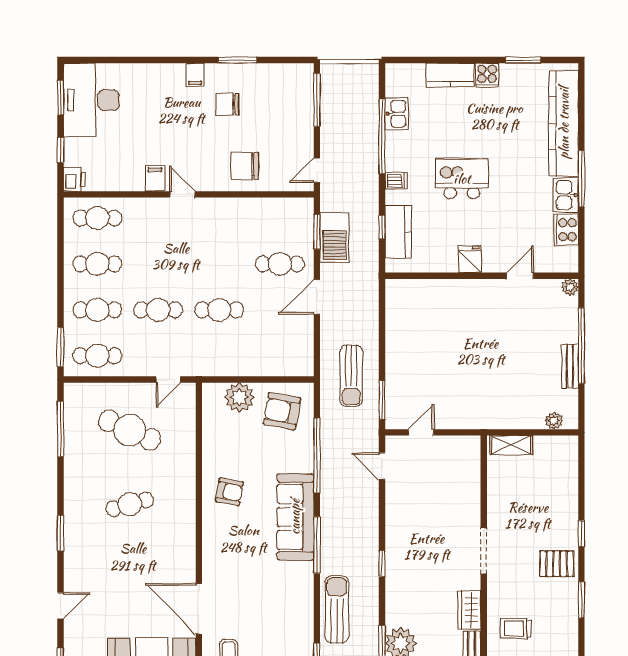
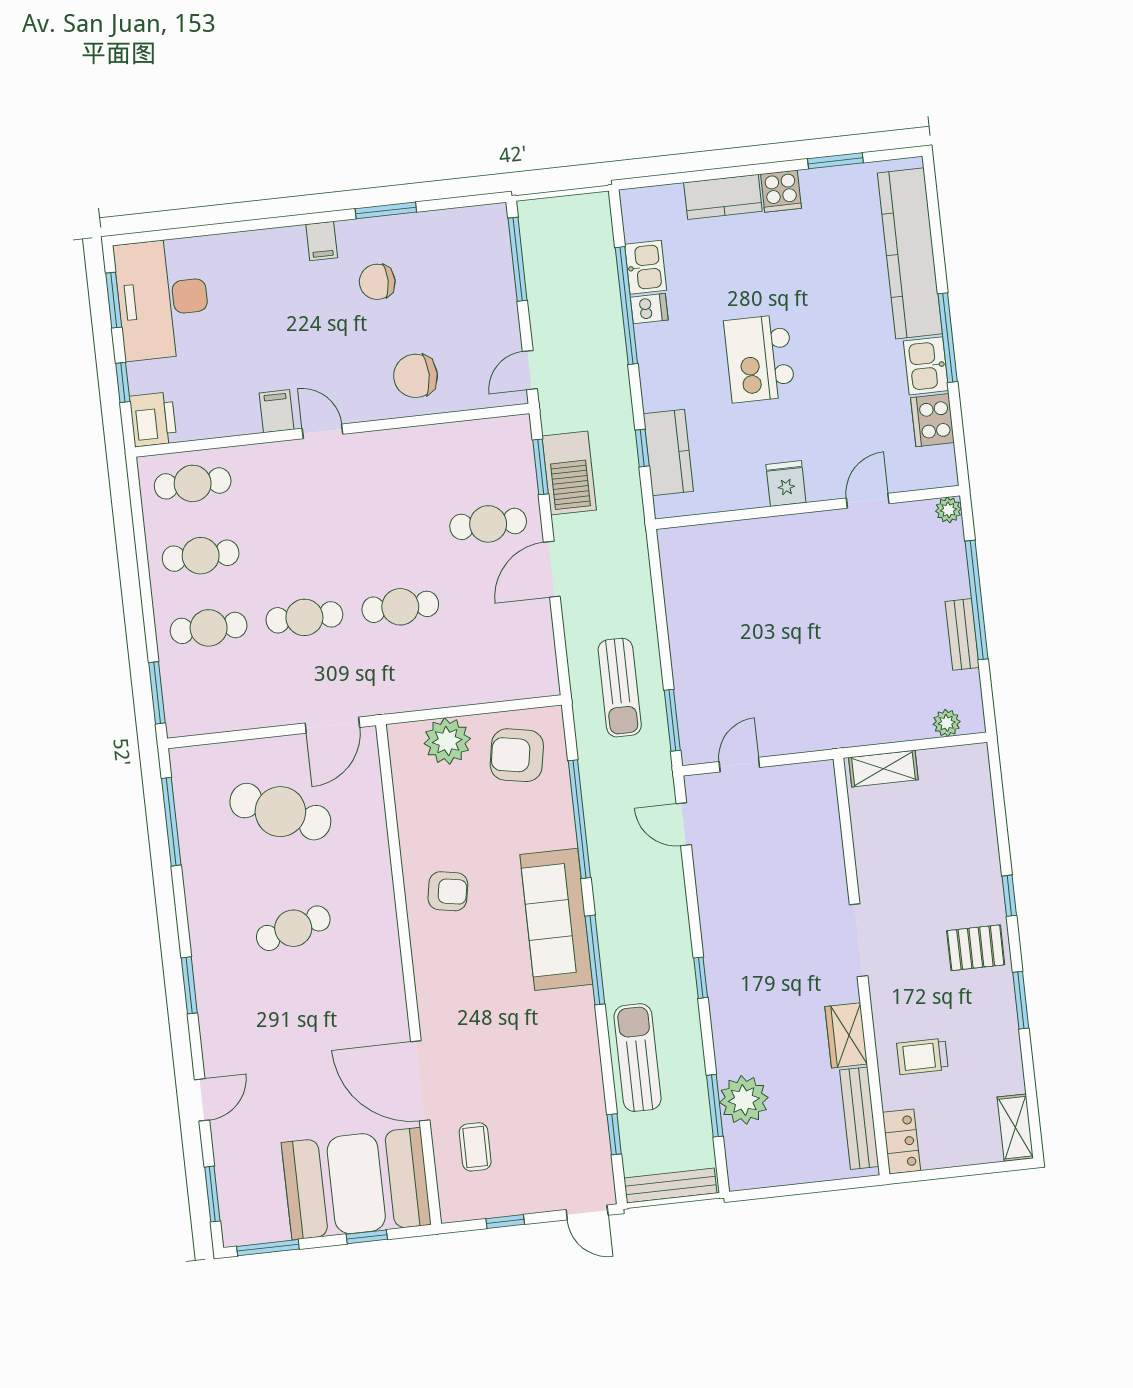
printer: (74, 179) -> (153, 419), width x1.36, depth x1.24
kitchen island: (462, 179) -> (760, 358), turned -90
dishwasher: (396, 181) -> (649, 309), moved
cafe table: (97, 356) -> (217, 700), removed
door: (168, 380) -> (332, 725), width x1.38

